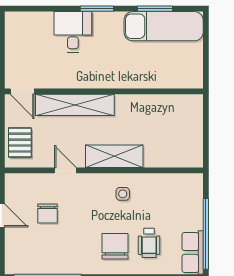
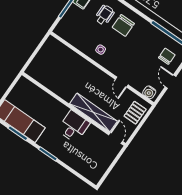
desk: (73, 32) -> (74, 126), moved, turned 180
shelving: (114, 156) -> (92, 72), removed
water cooler: (20, 182) -> (149, 92), added
chair: (47, 213) -> (167, 56), moved

